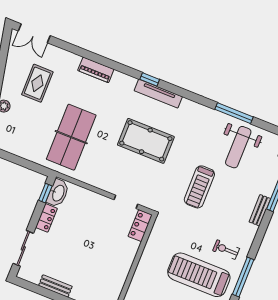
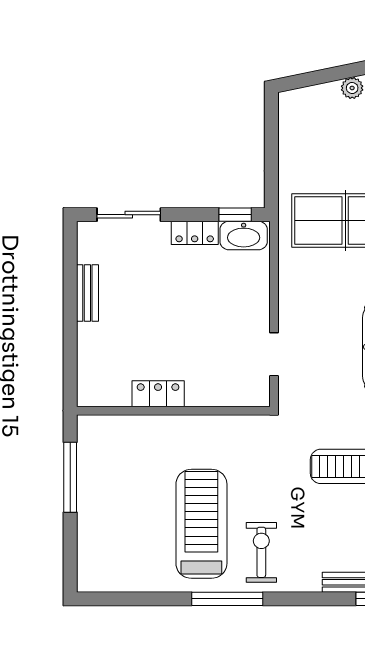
locker: (140, 226) -> (158, 394), moved
exercise bike: (226, 250) -> (261, 552), width x1.38, depth x1.39

